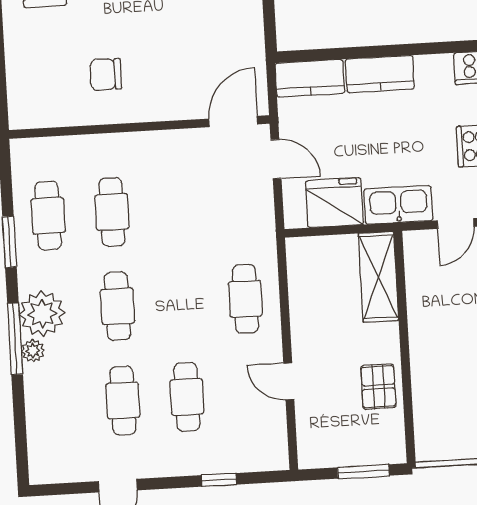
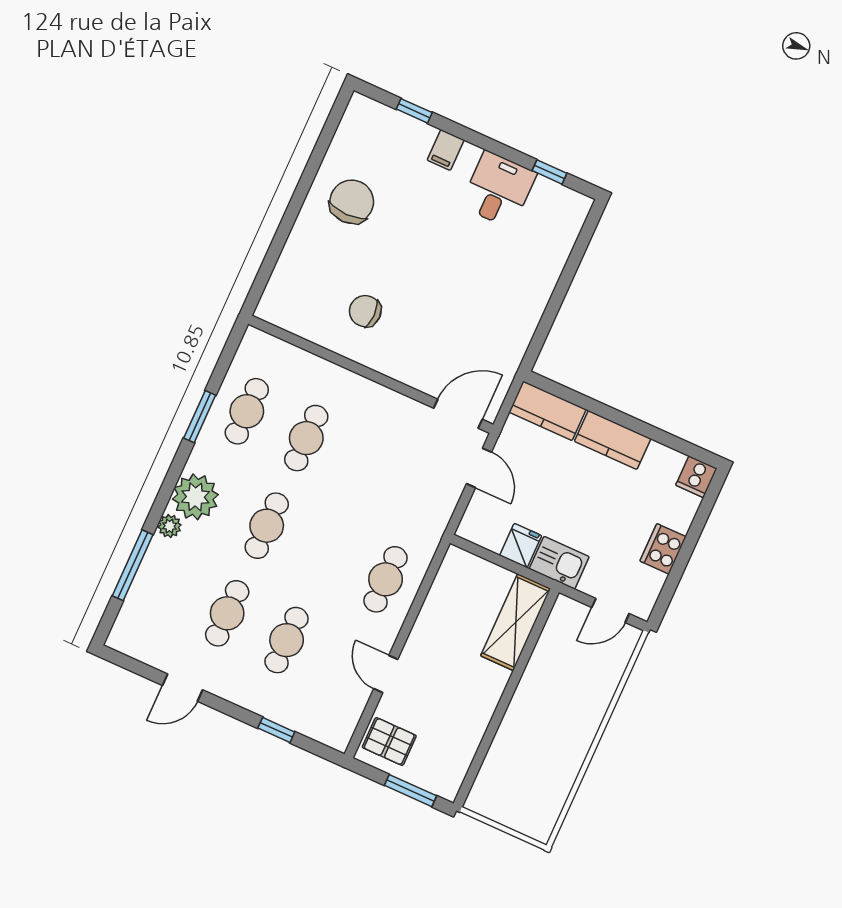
fridge: (334, 203) -> (521, 546), width x0.53, depth x0.75
kitchen sink: (398, 205) -> (559, 563), width x0.73
window: (15, 339) -> (133, 565), moved
pallet: (378, 387) -> (389, 742), moved, turned 90

